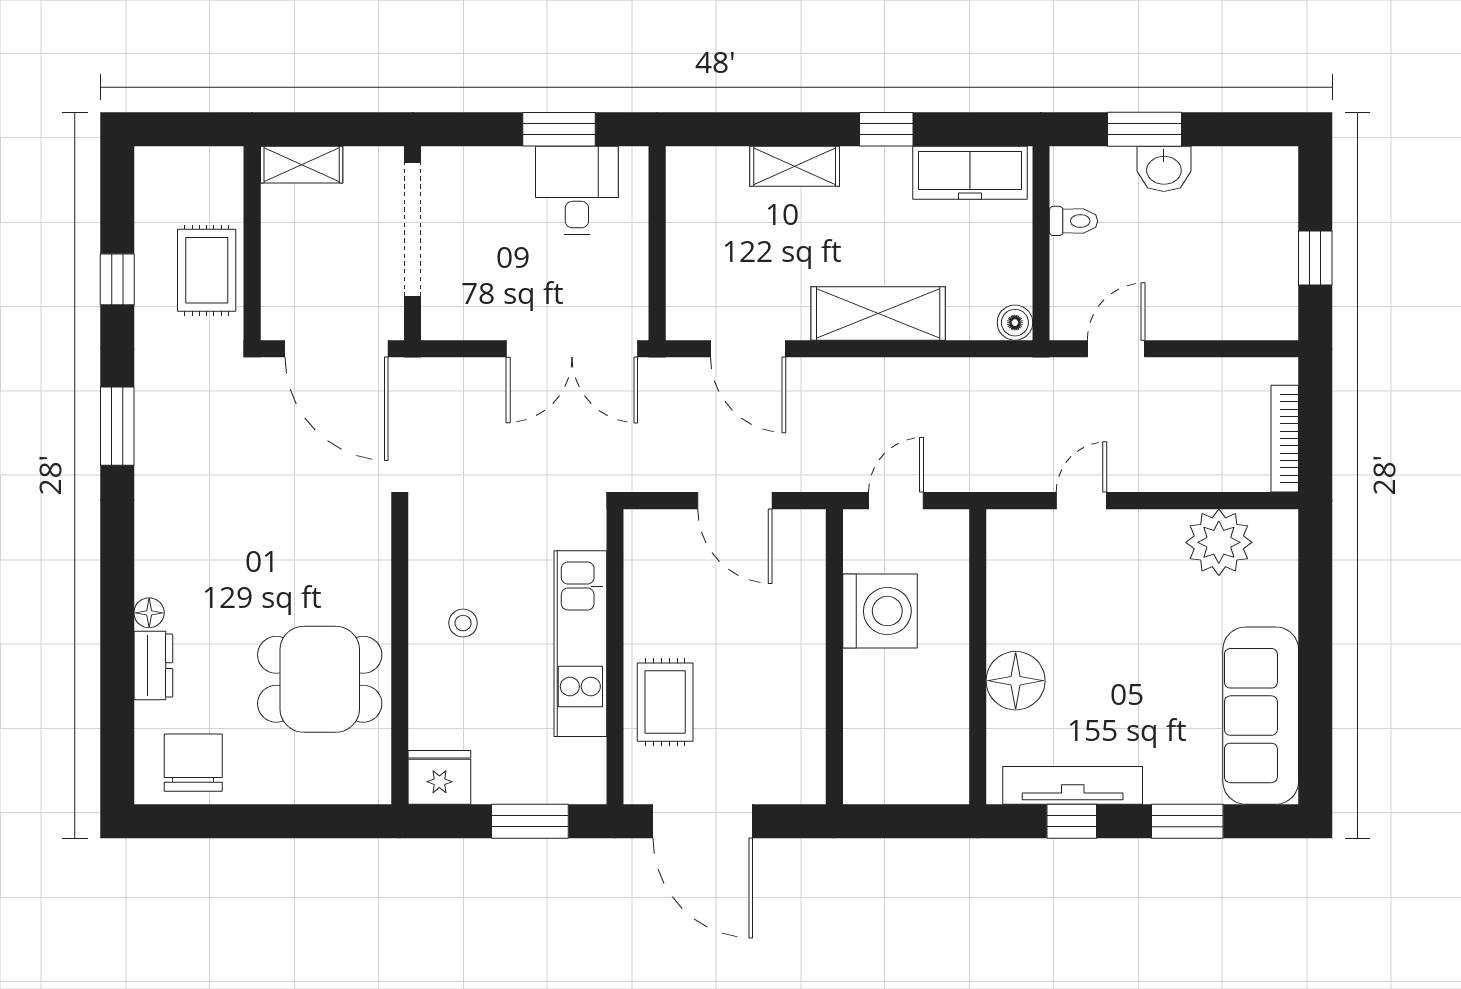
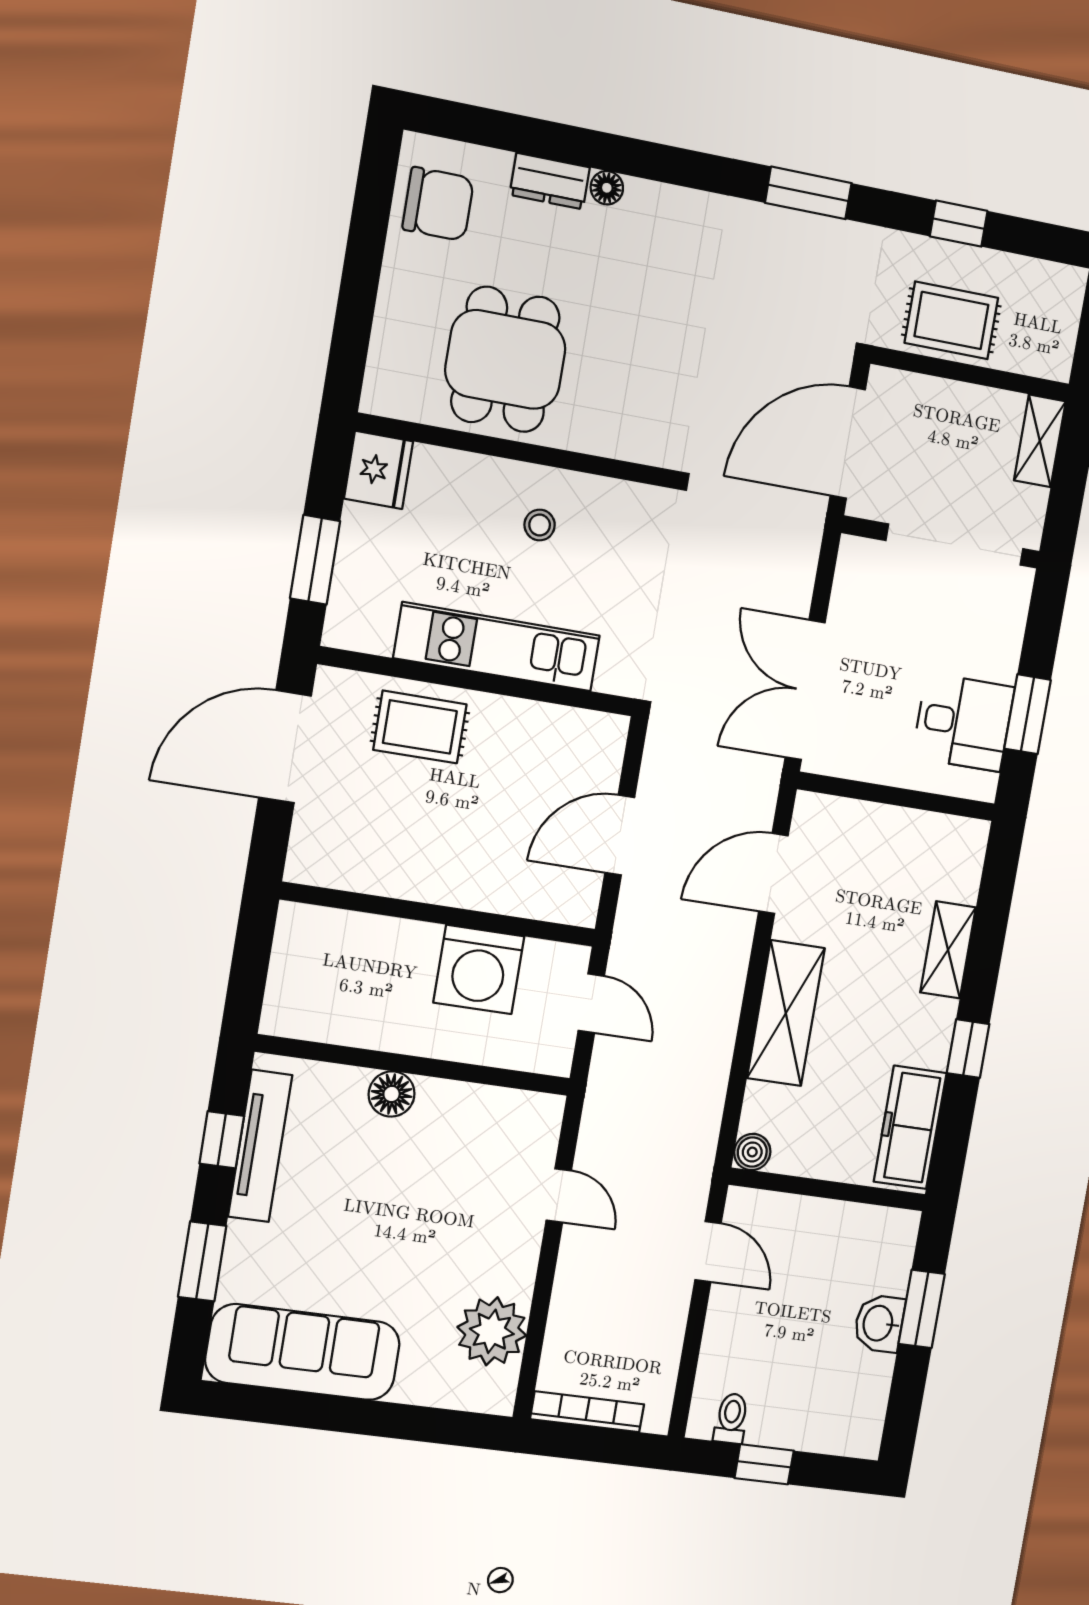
toilet: (1074, 221) -> (731, 1418), moved, turned 180
floor lamp: (1016, 681) -> (392, 1094), width x0.73, depth x0.73

